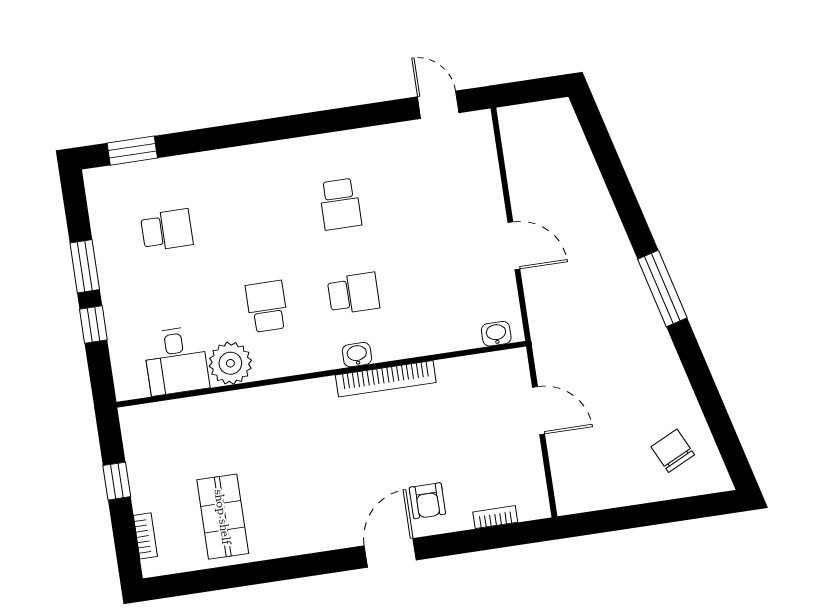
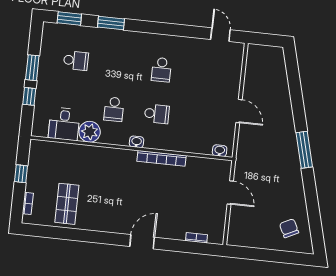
window: (217, 138) -> (111, 23), added
school desk: (267, 306) -> (114, 109), turned 180
washbasin: (357, 355) -> (137, 142), moved
armchair: (427, 501) -> (166, 222), removed

